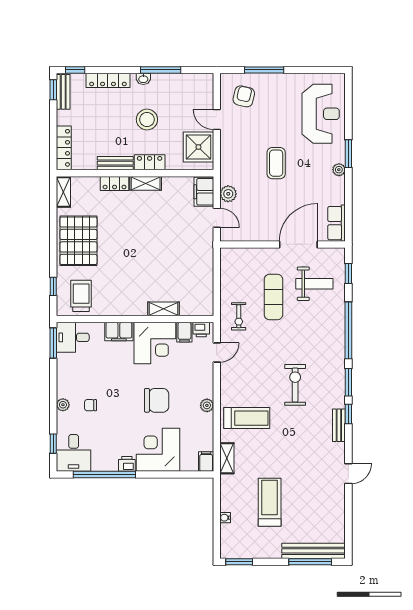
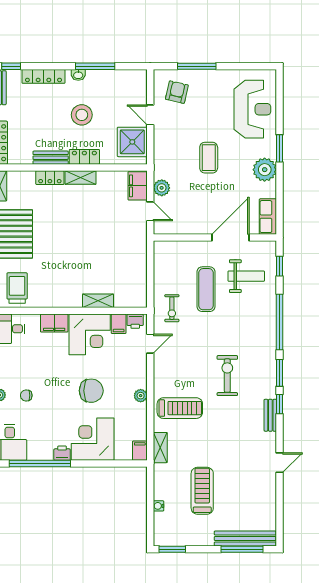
plant: (339, 170) -> (265, 170), width x1.87, depth x1.87

